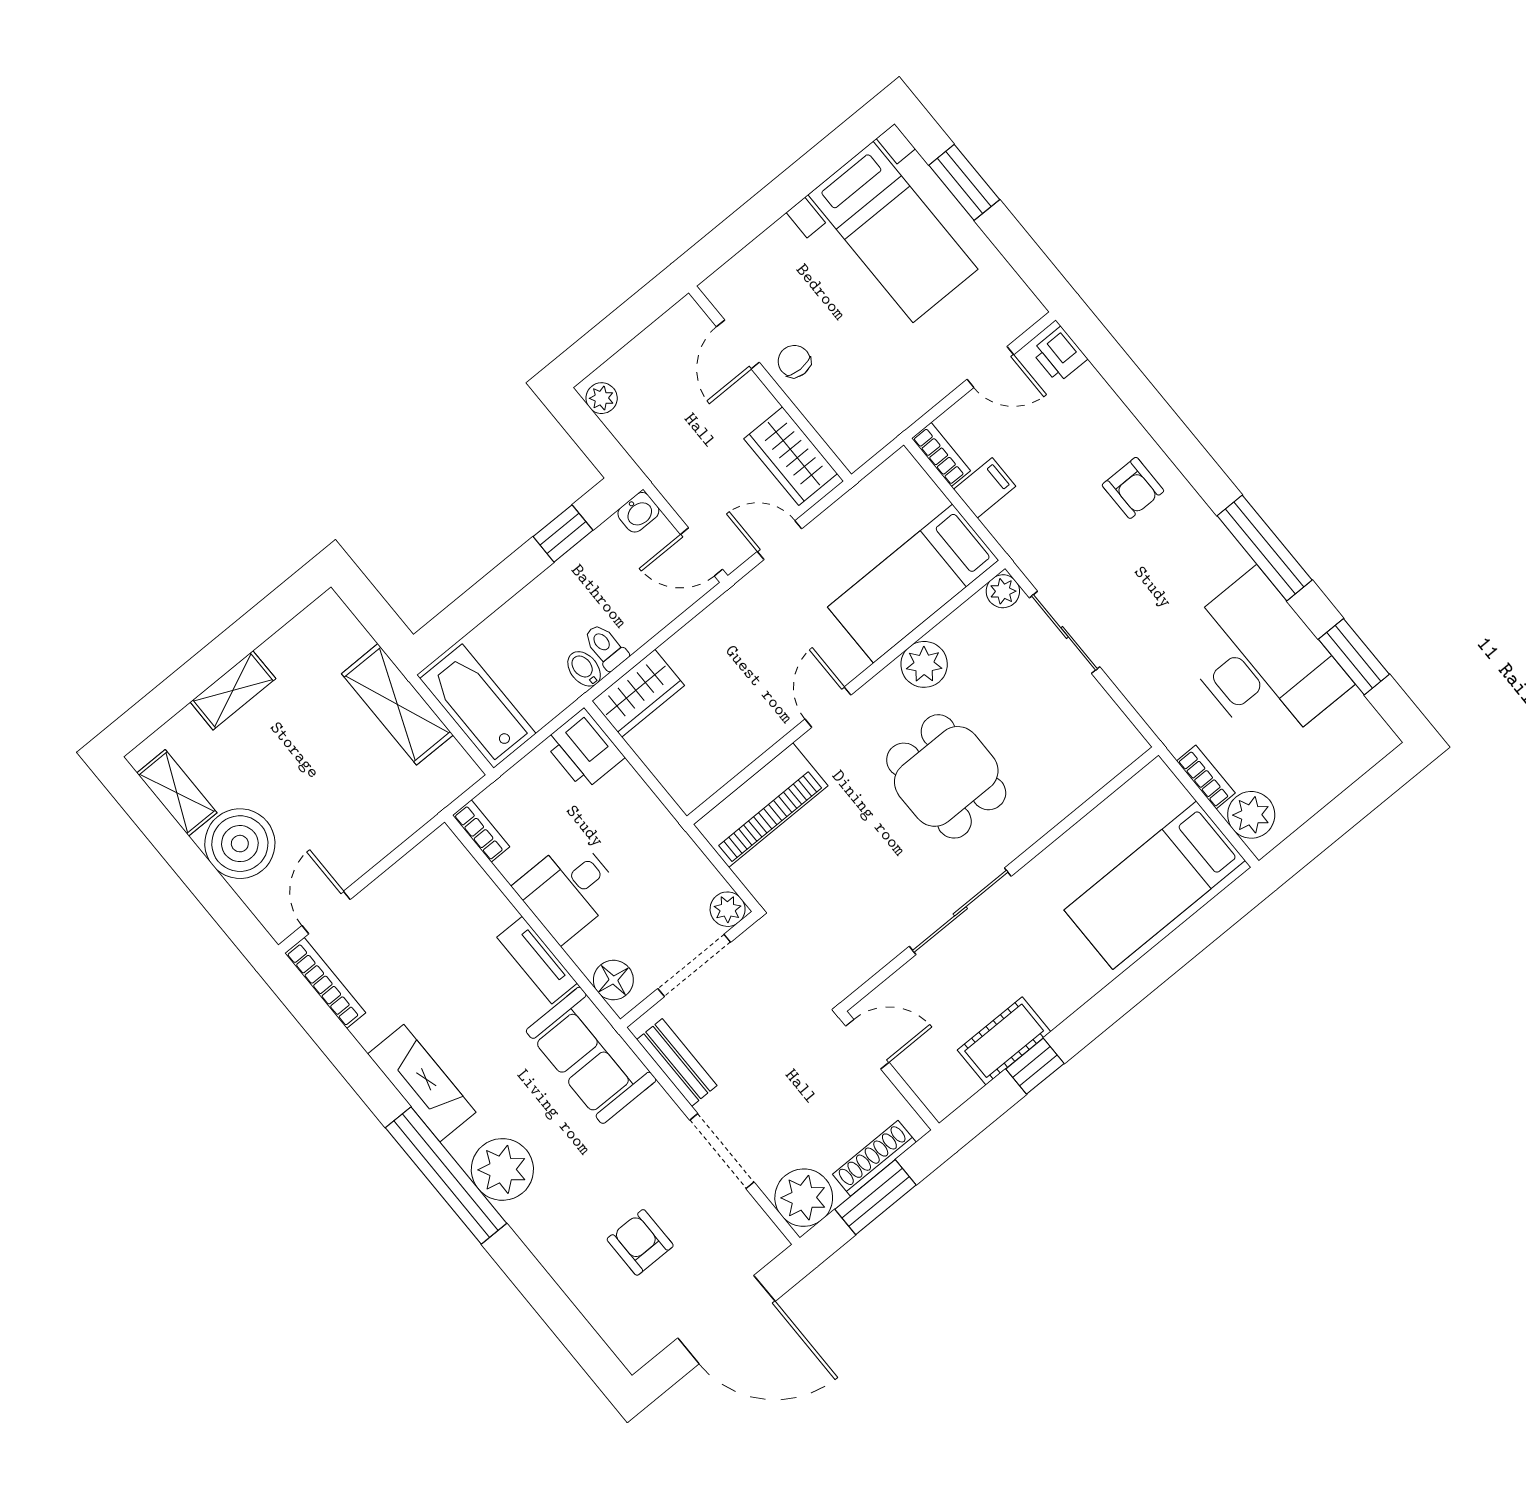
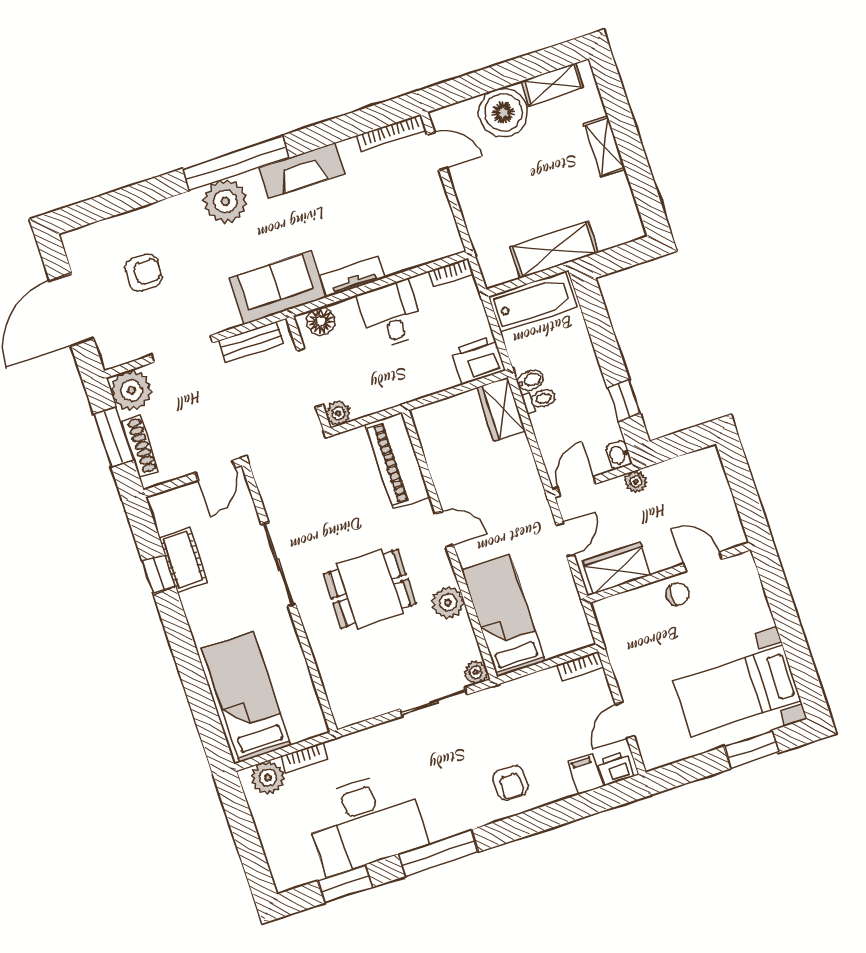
plant: (602, 398) -> (636, 482), moved
filing cabinet: (985, 488) -> (585, 774), moved, turned 180
armchair: (1133, 488) -> (510, 783), turned -90

